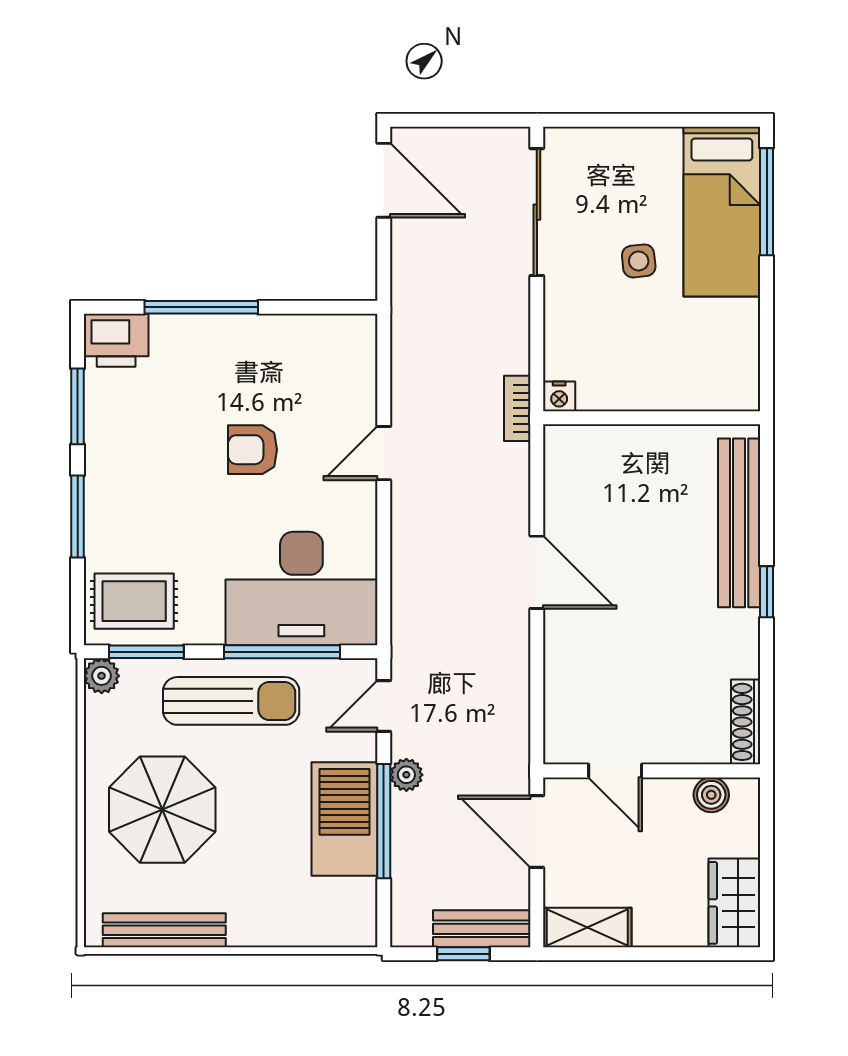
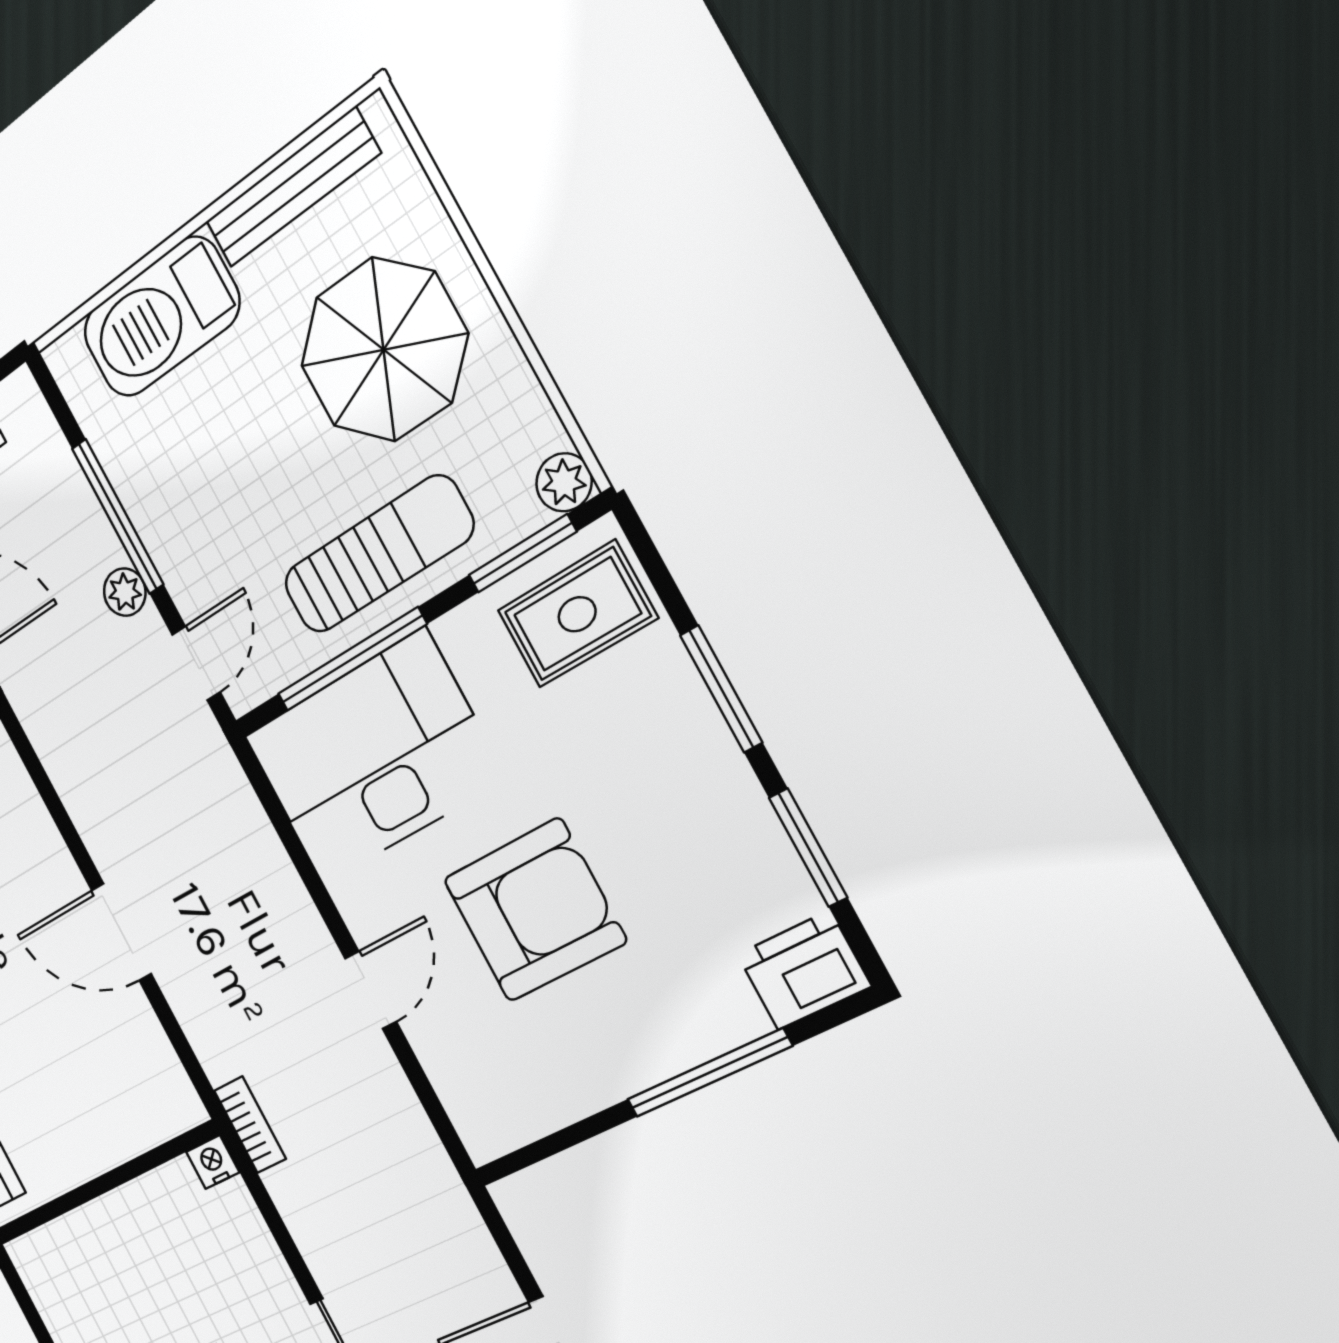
armchair: (253, 450) -> (534, 910), width x1.88, depth x1.88
sun lounger: (231, 701) -> (378, 555), turned 180
barbecue: (345, 819) -> (161, 317), moved, turned 90

